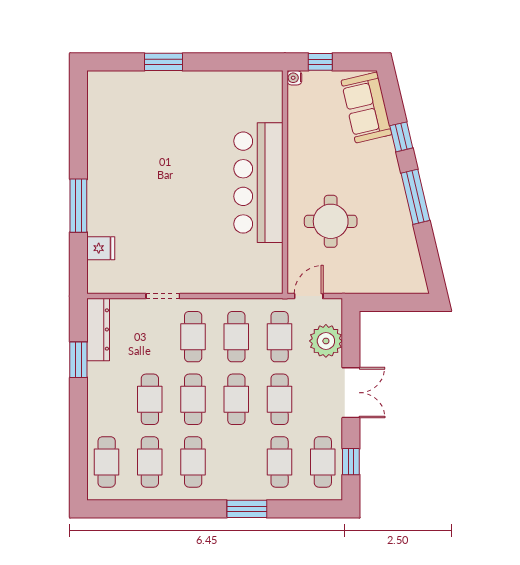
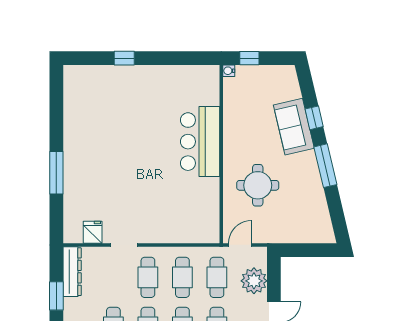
window: (164, 62) -> (124, 58), width x0.67
sofa: (366, 108) -> (294, 127), moved
bar counter: (258, 183) -> (200, 142), width x0.73
fridge: (101, 248) -> (93, 232), moved, turned -90

